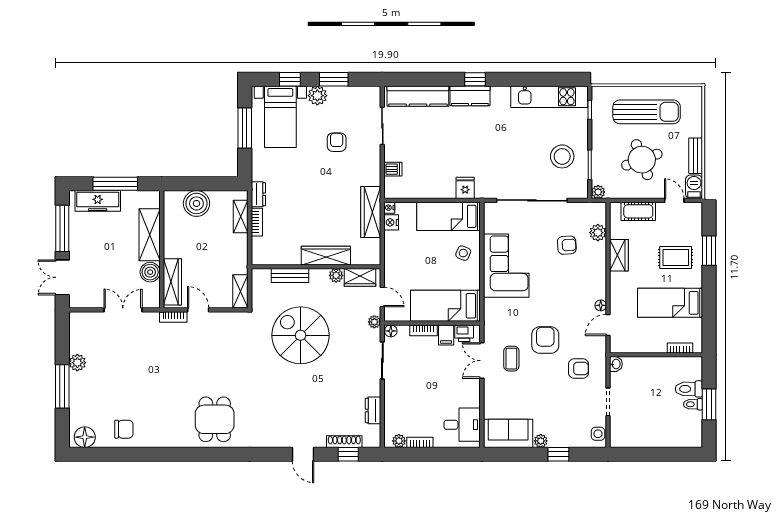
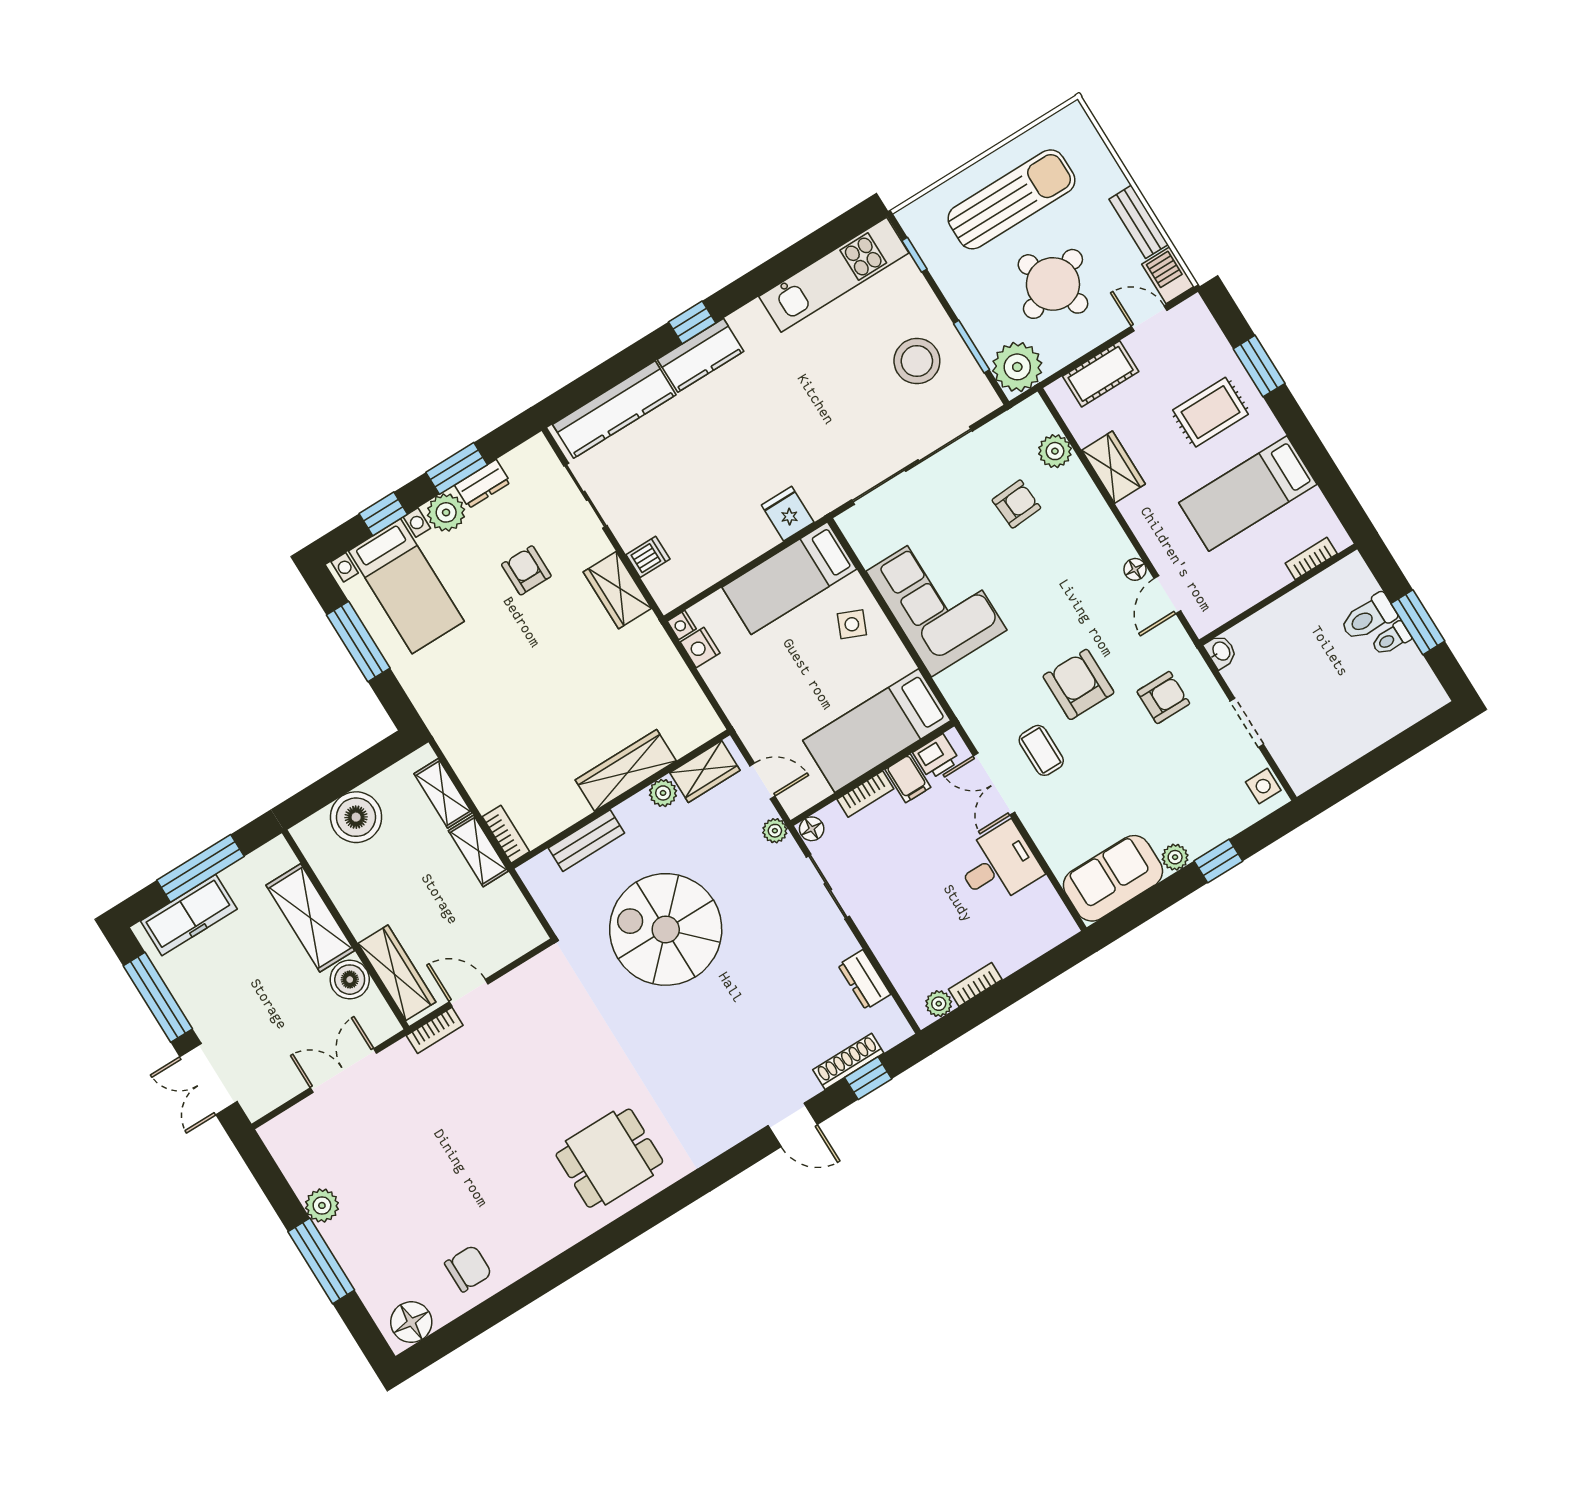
plant: (598, 192) -> (1017, 367), width x1.87, depth x1.87
dresser: (258, 194) -> (483, 484), moved, turned 90
wardrobe: (371, 212) -> (617, 590), moved, width x0.67
bookcase: (257, 222) -> (506, 834), moved
shelving: (240, 291) -> (478, 851), moved
dining table: (215, 419) -> (609, 1158), turned 90
desk: (462, 425) -> (998, 865), moved

